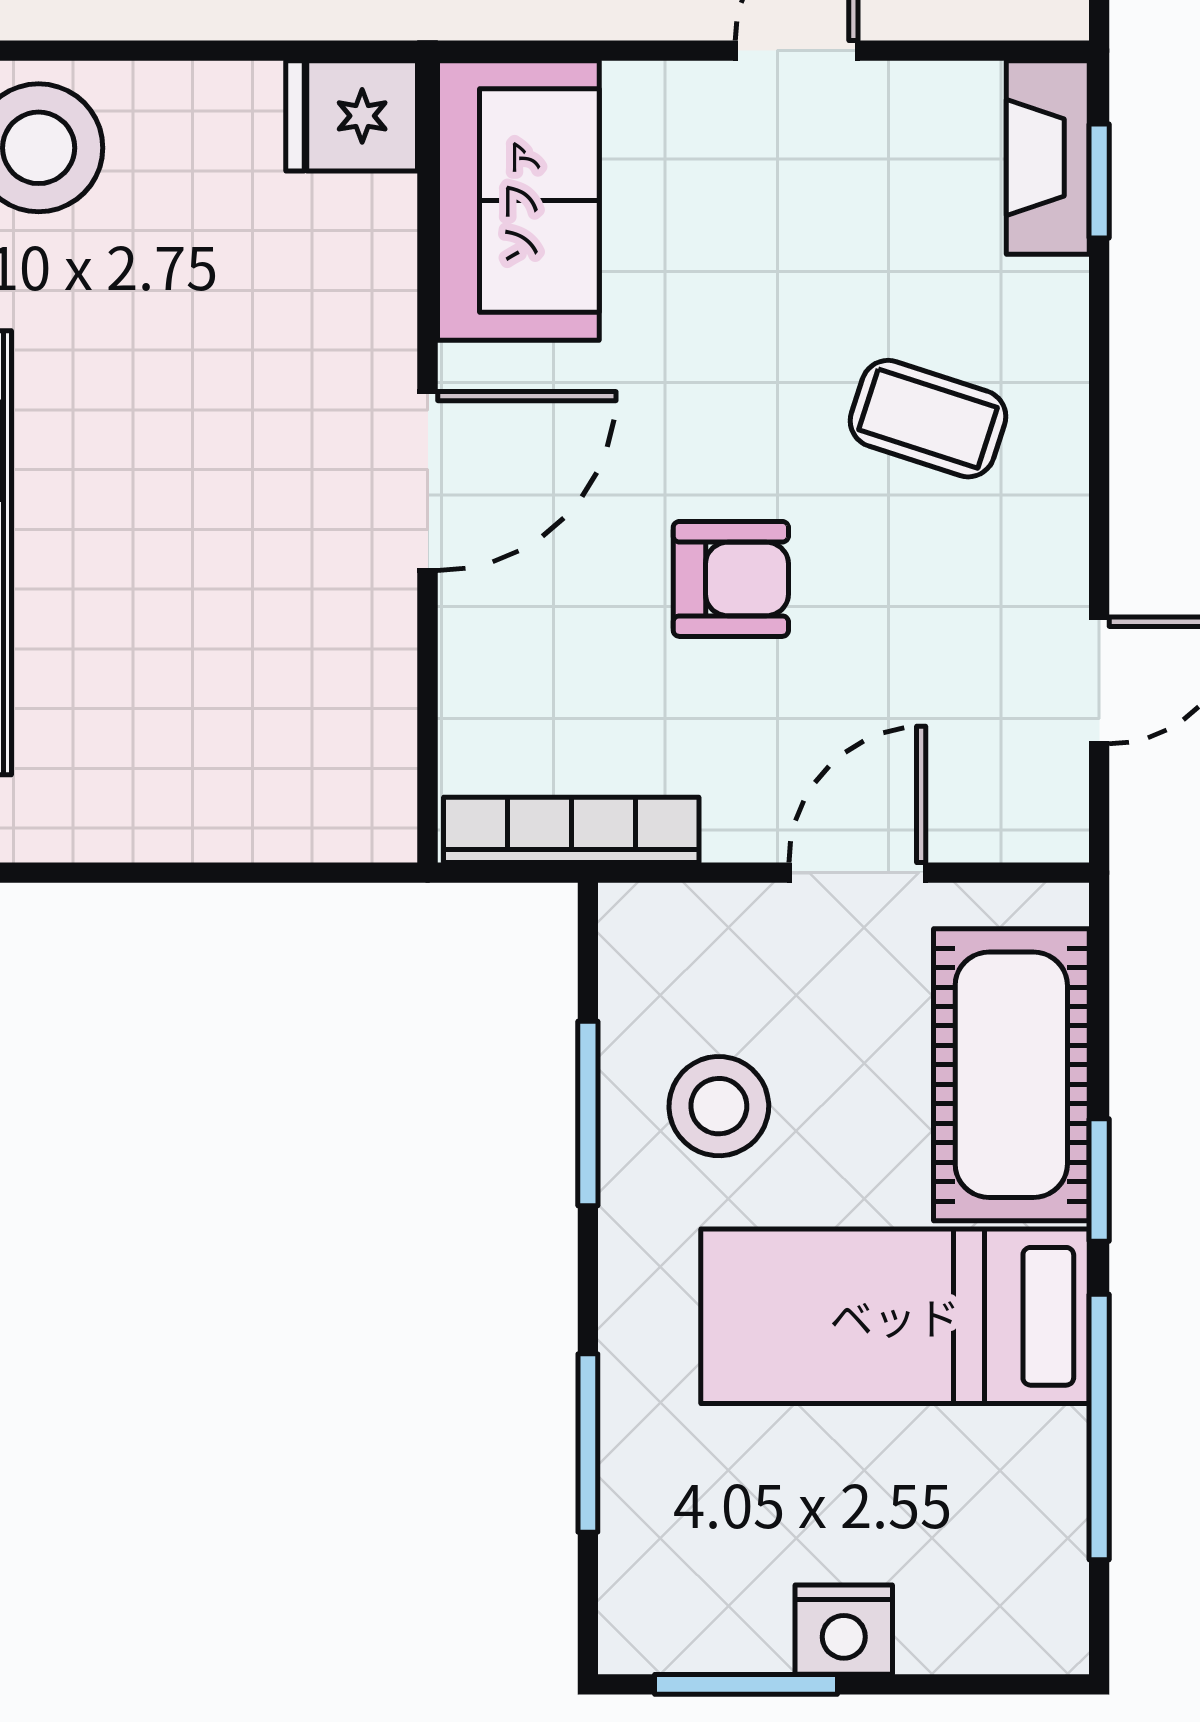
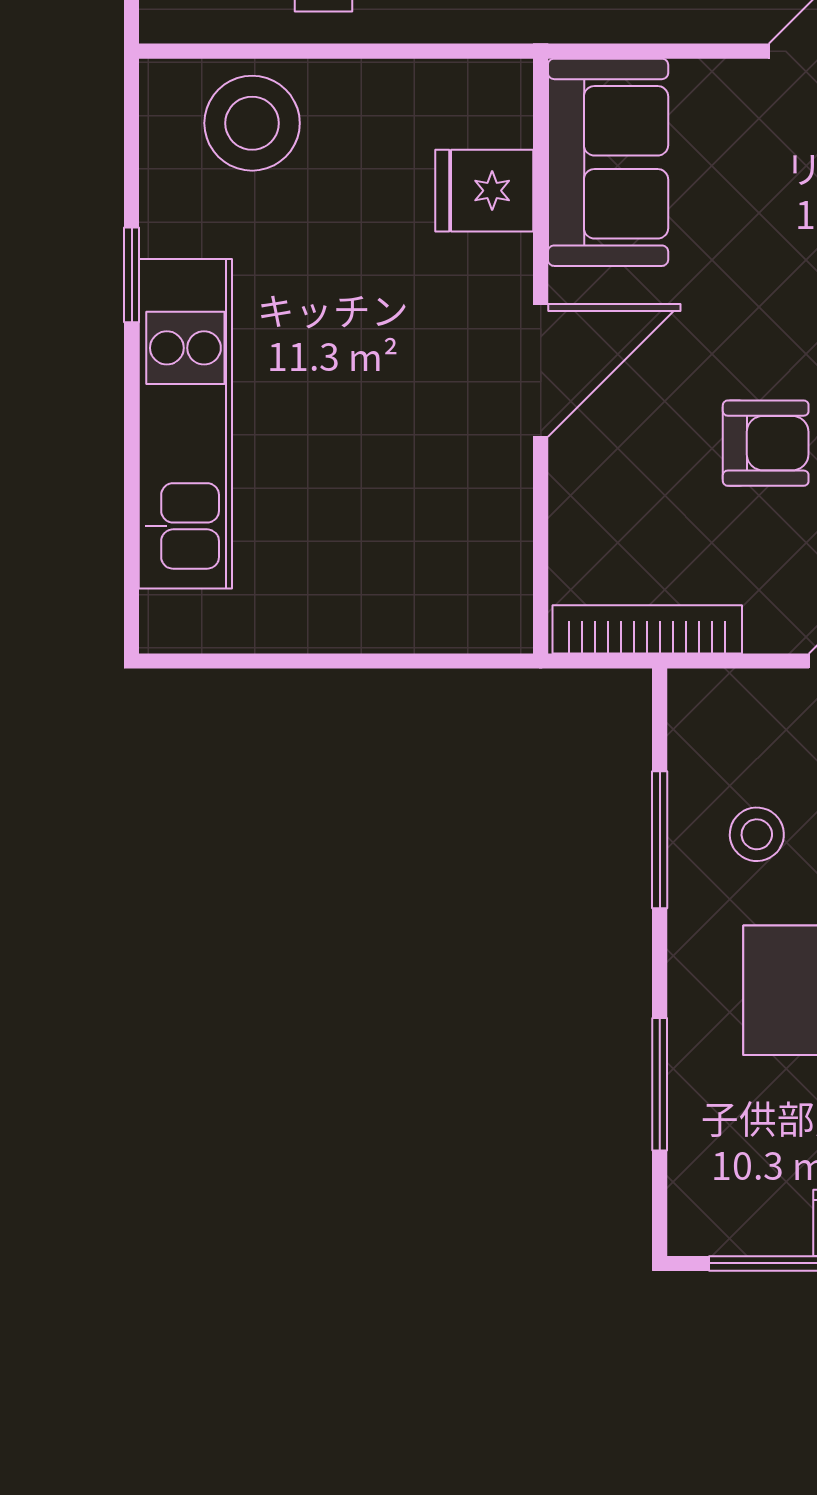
fridge: (352, 116) -> (484, 191), moved
stool: (719, 1106) -> (757, 834), width x0.73, depth x0.73

